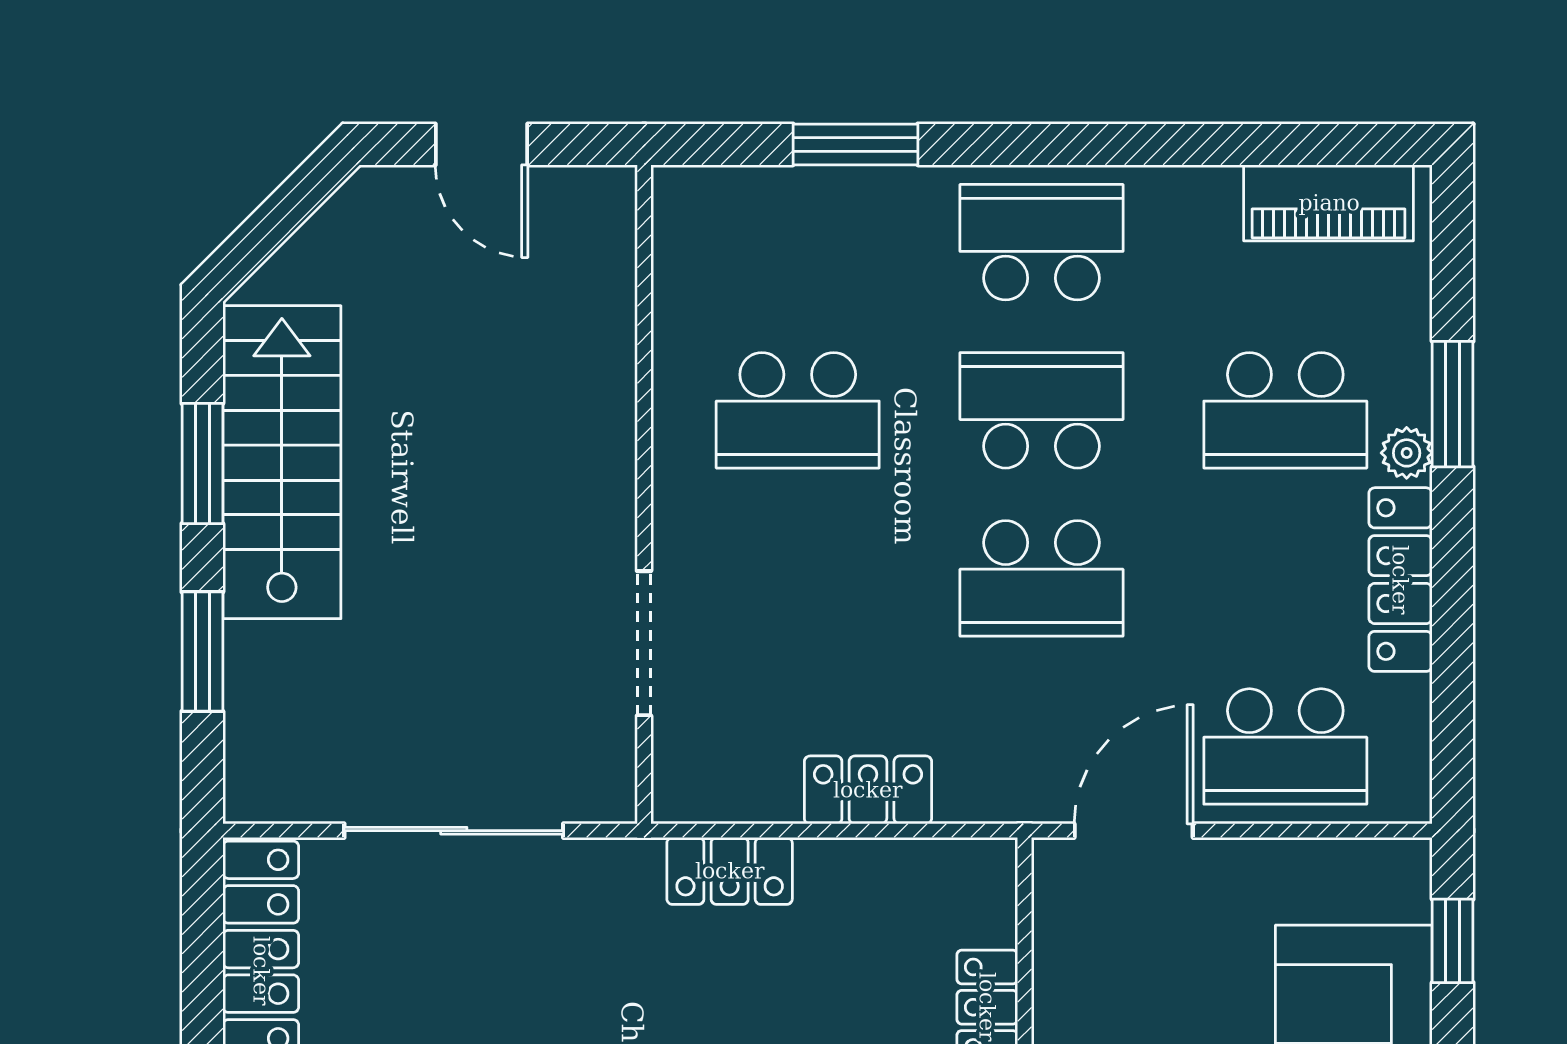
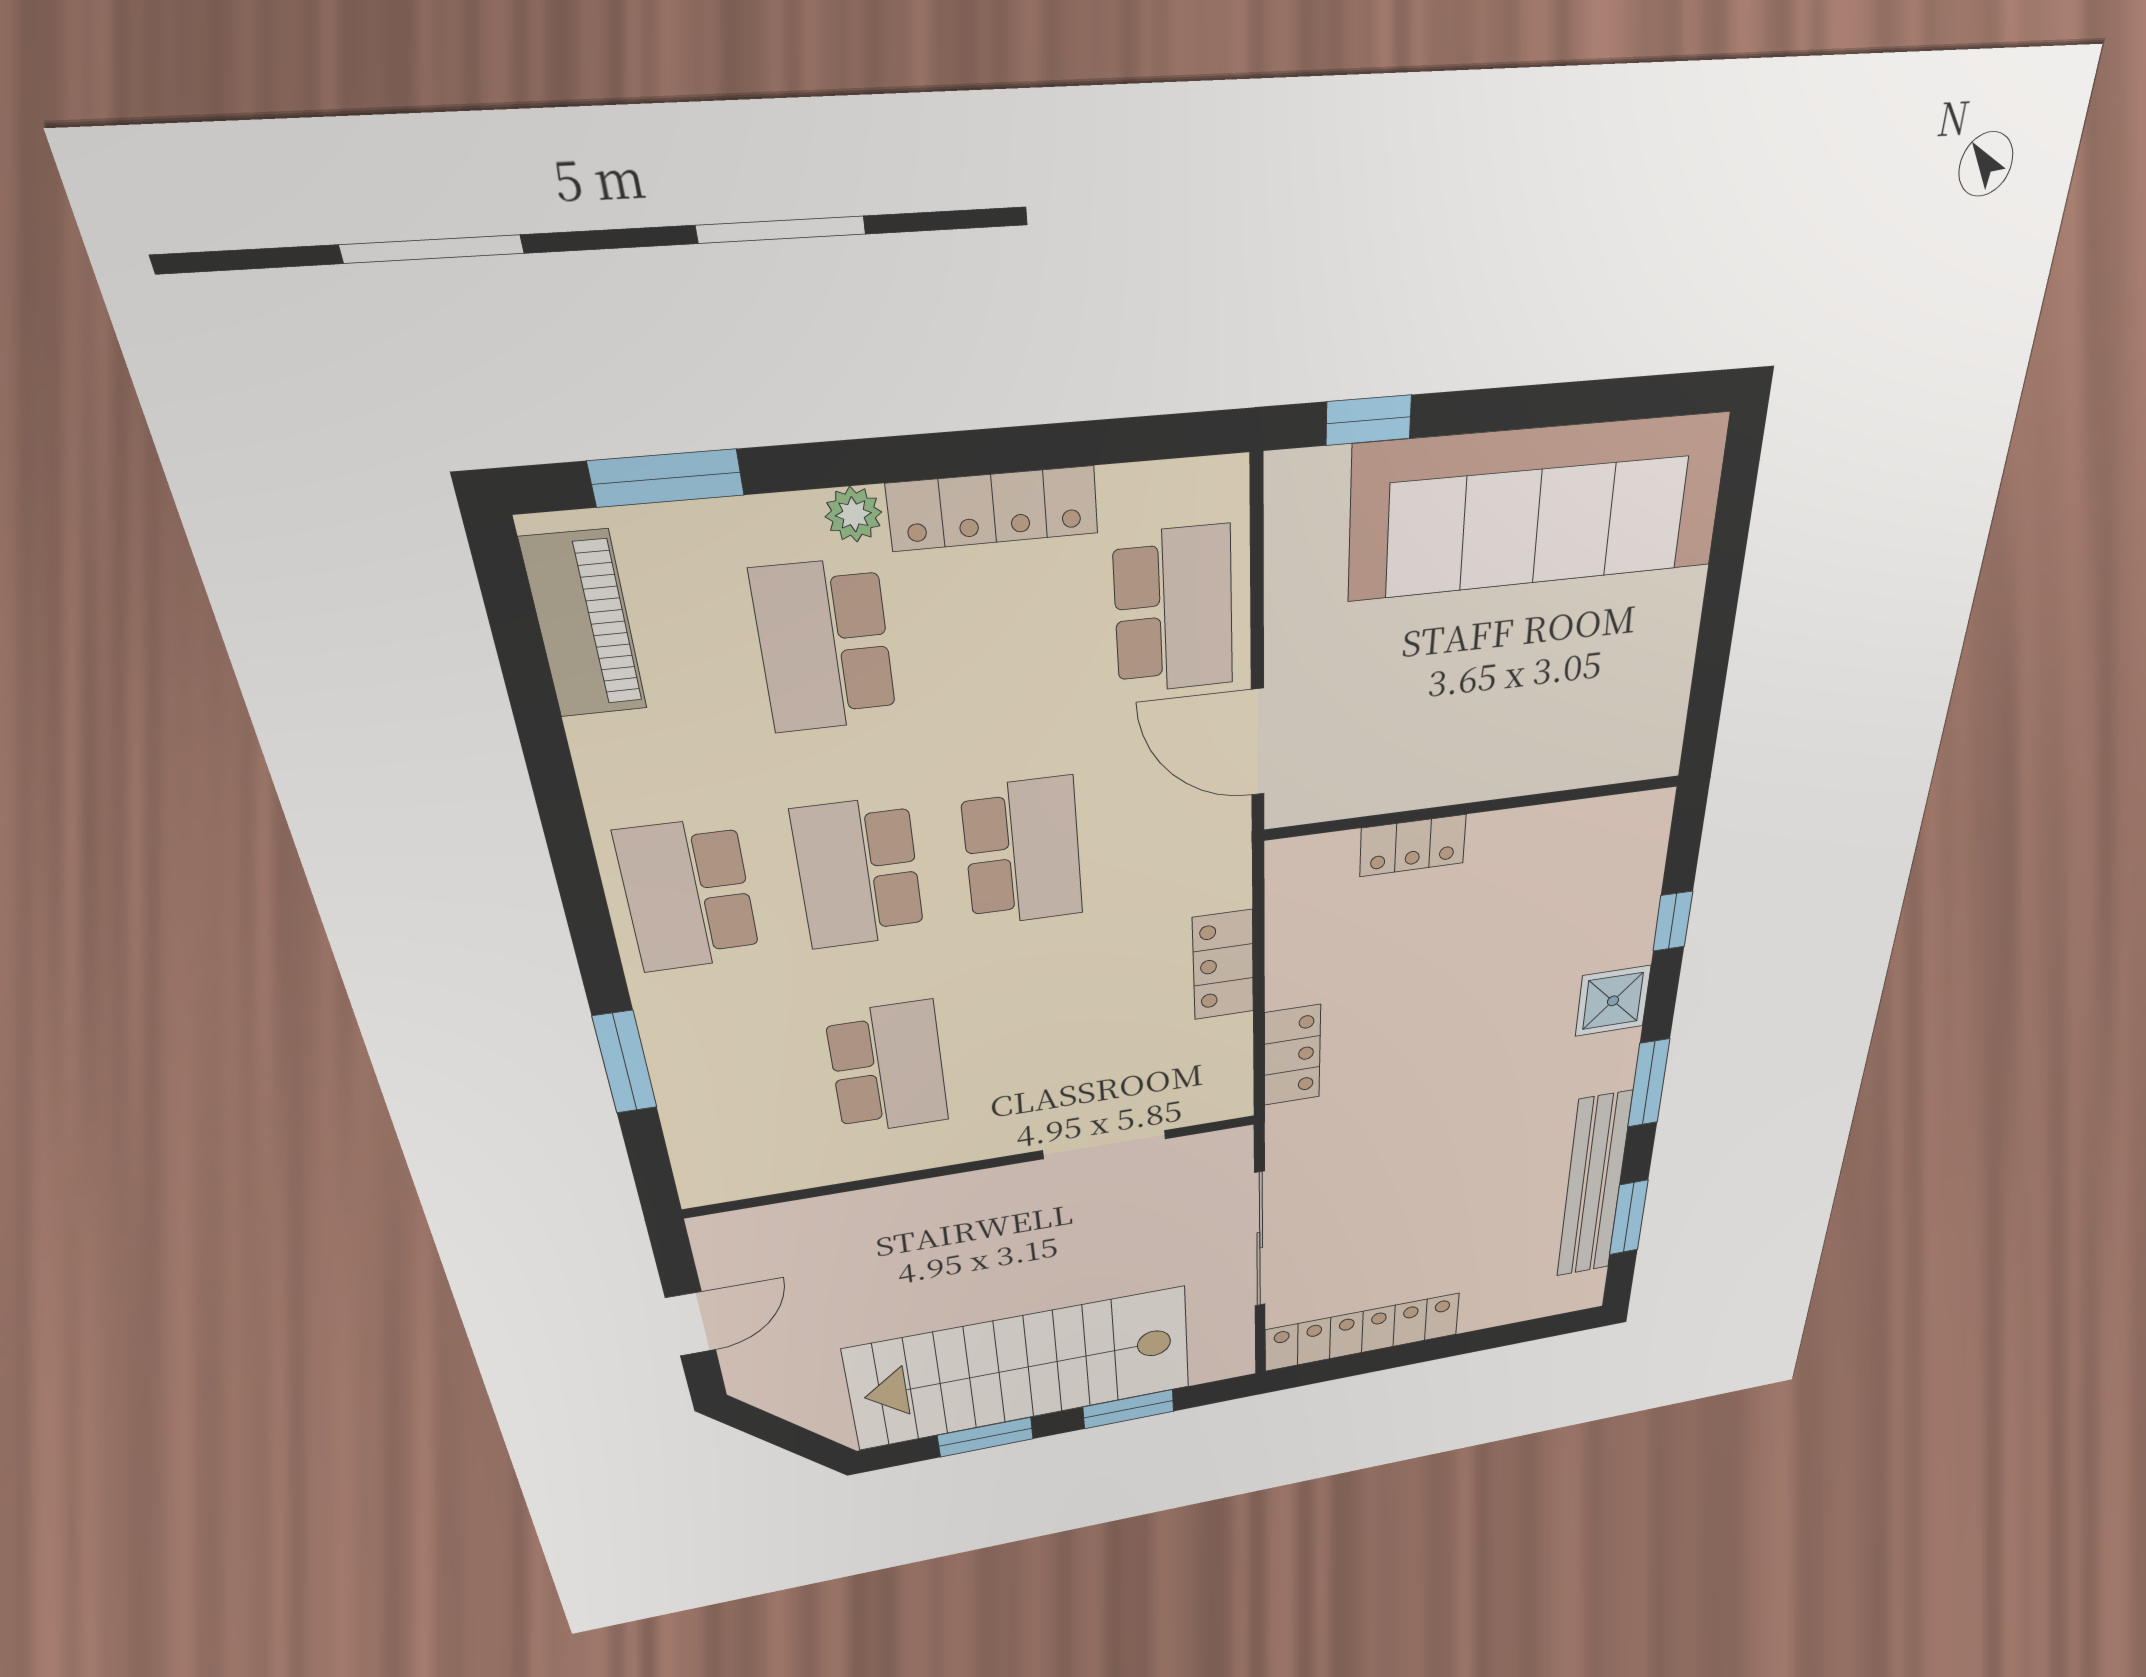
window: (1453, 404) -> (666, 478), moved
school desk: (1285, 410) -> (825, 646), turned 180
stairs: (282, 462) -> (1022, 1368), width x1.36, depth x1.51

